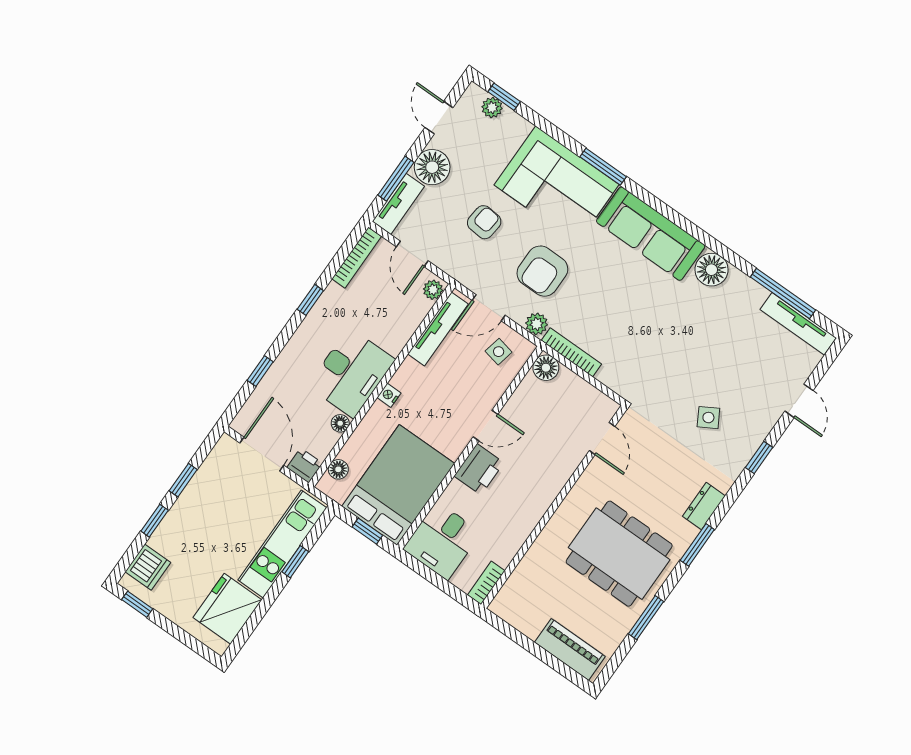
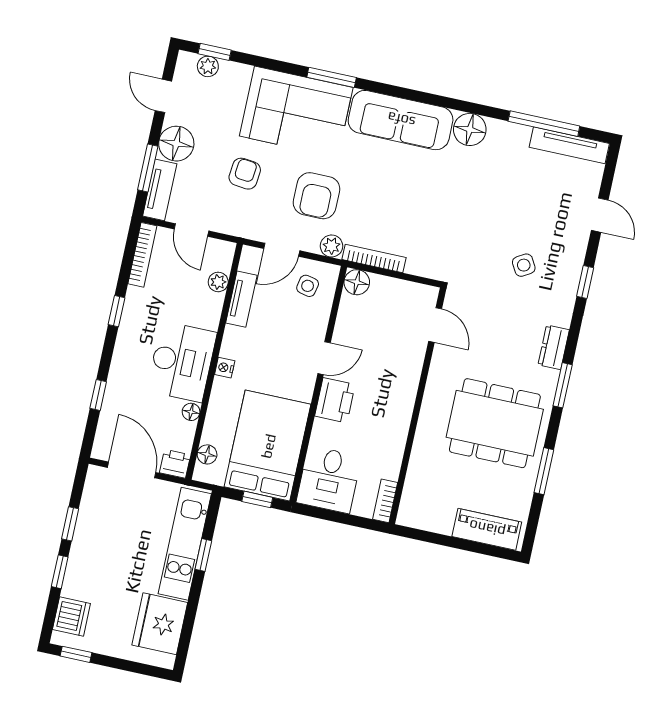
plant: (433, 290) -> (218, 282), moved
tv unit: (438, 329) -> (241, 299), width x0.71

